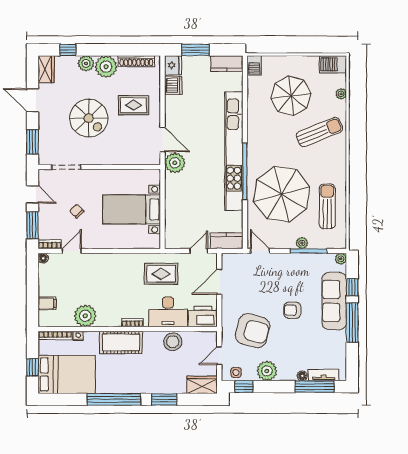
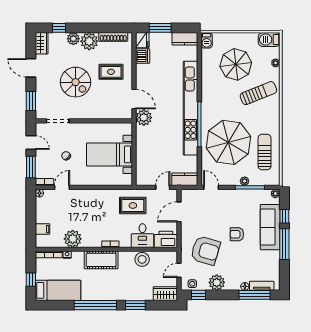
desk: (168, 312) -> (142, 236), width x0.73
bed: (67, 374) -> (58, 290), width x0.67

